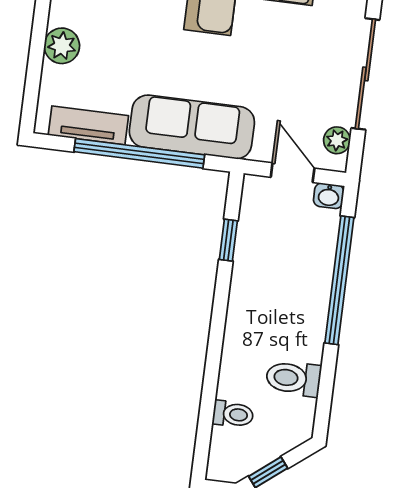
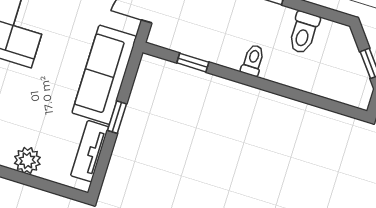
window: (139, 153) -> (117, 117), width x0.32
toilet: (233, 414) -> (253, 60), moved

